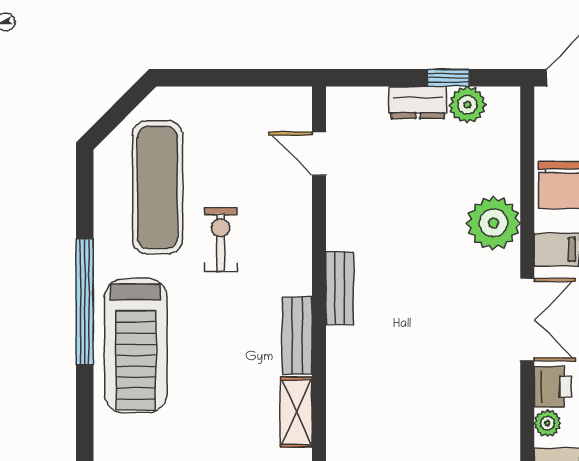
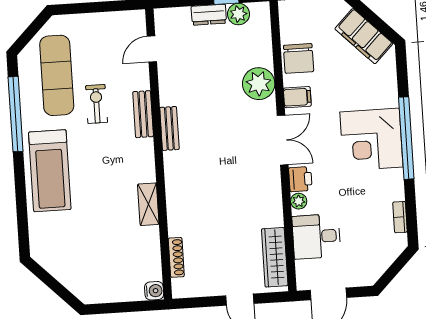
door: (319, 154) -> (152, 49), hinge flipped
window: (85, 302) -> (16, 114), moved
bench: (297, 336) -> (143, 114), moved

